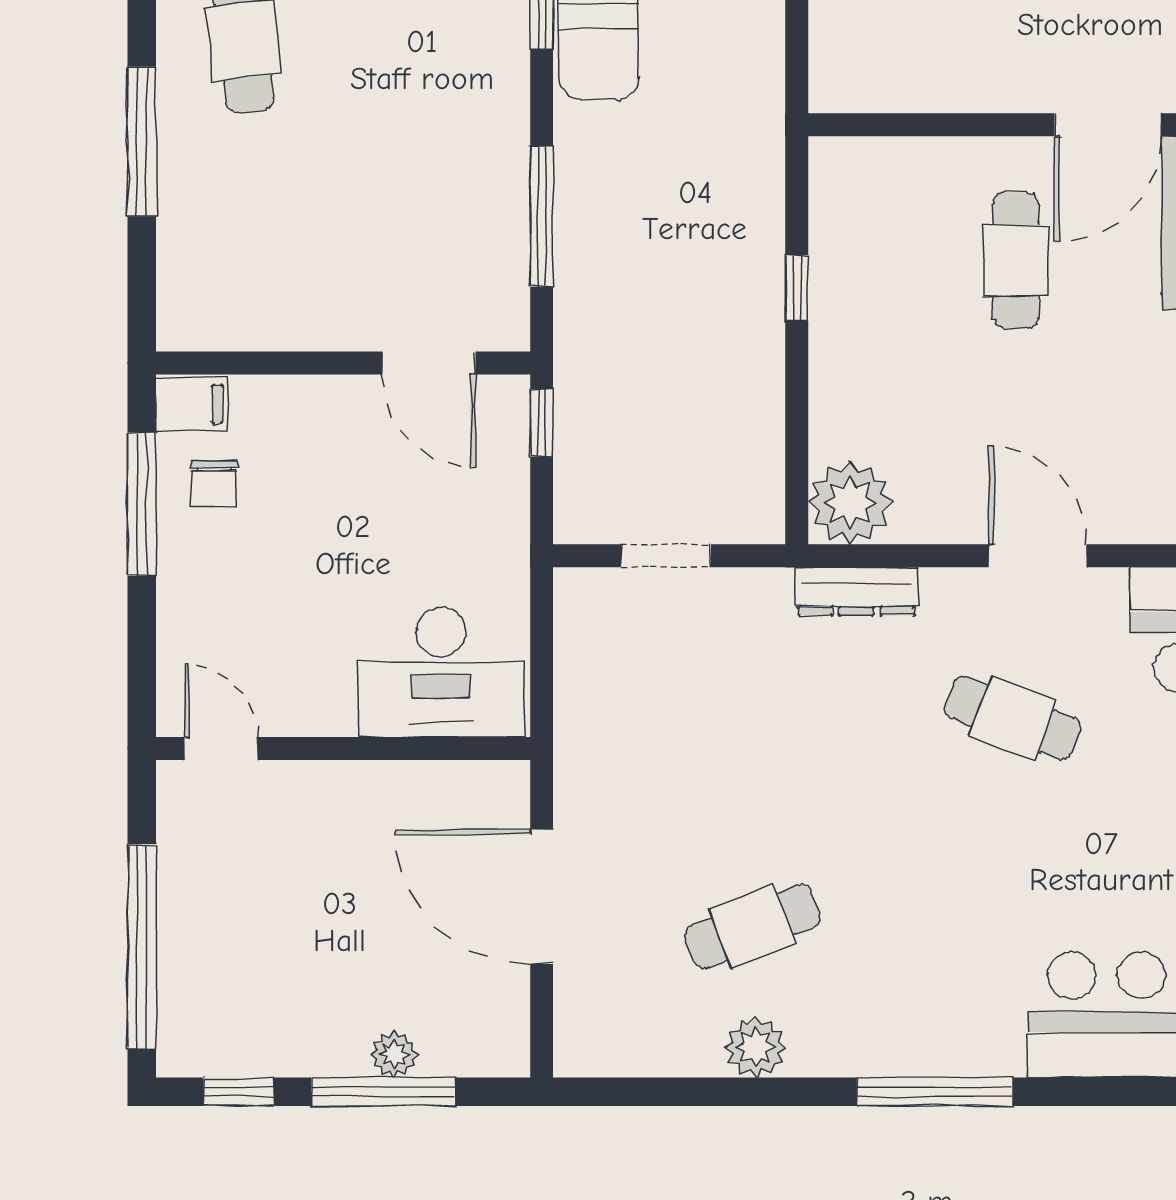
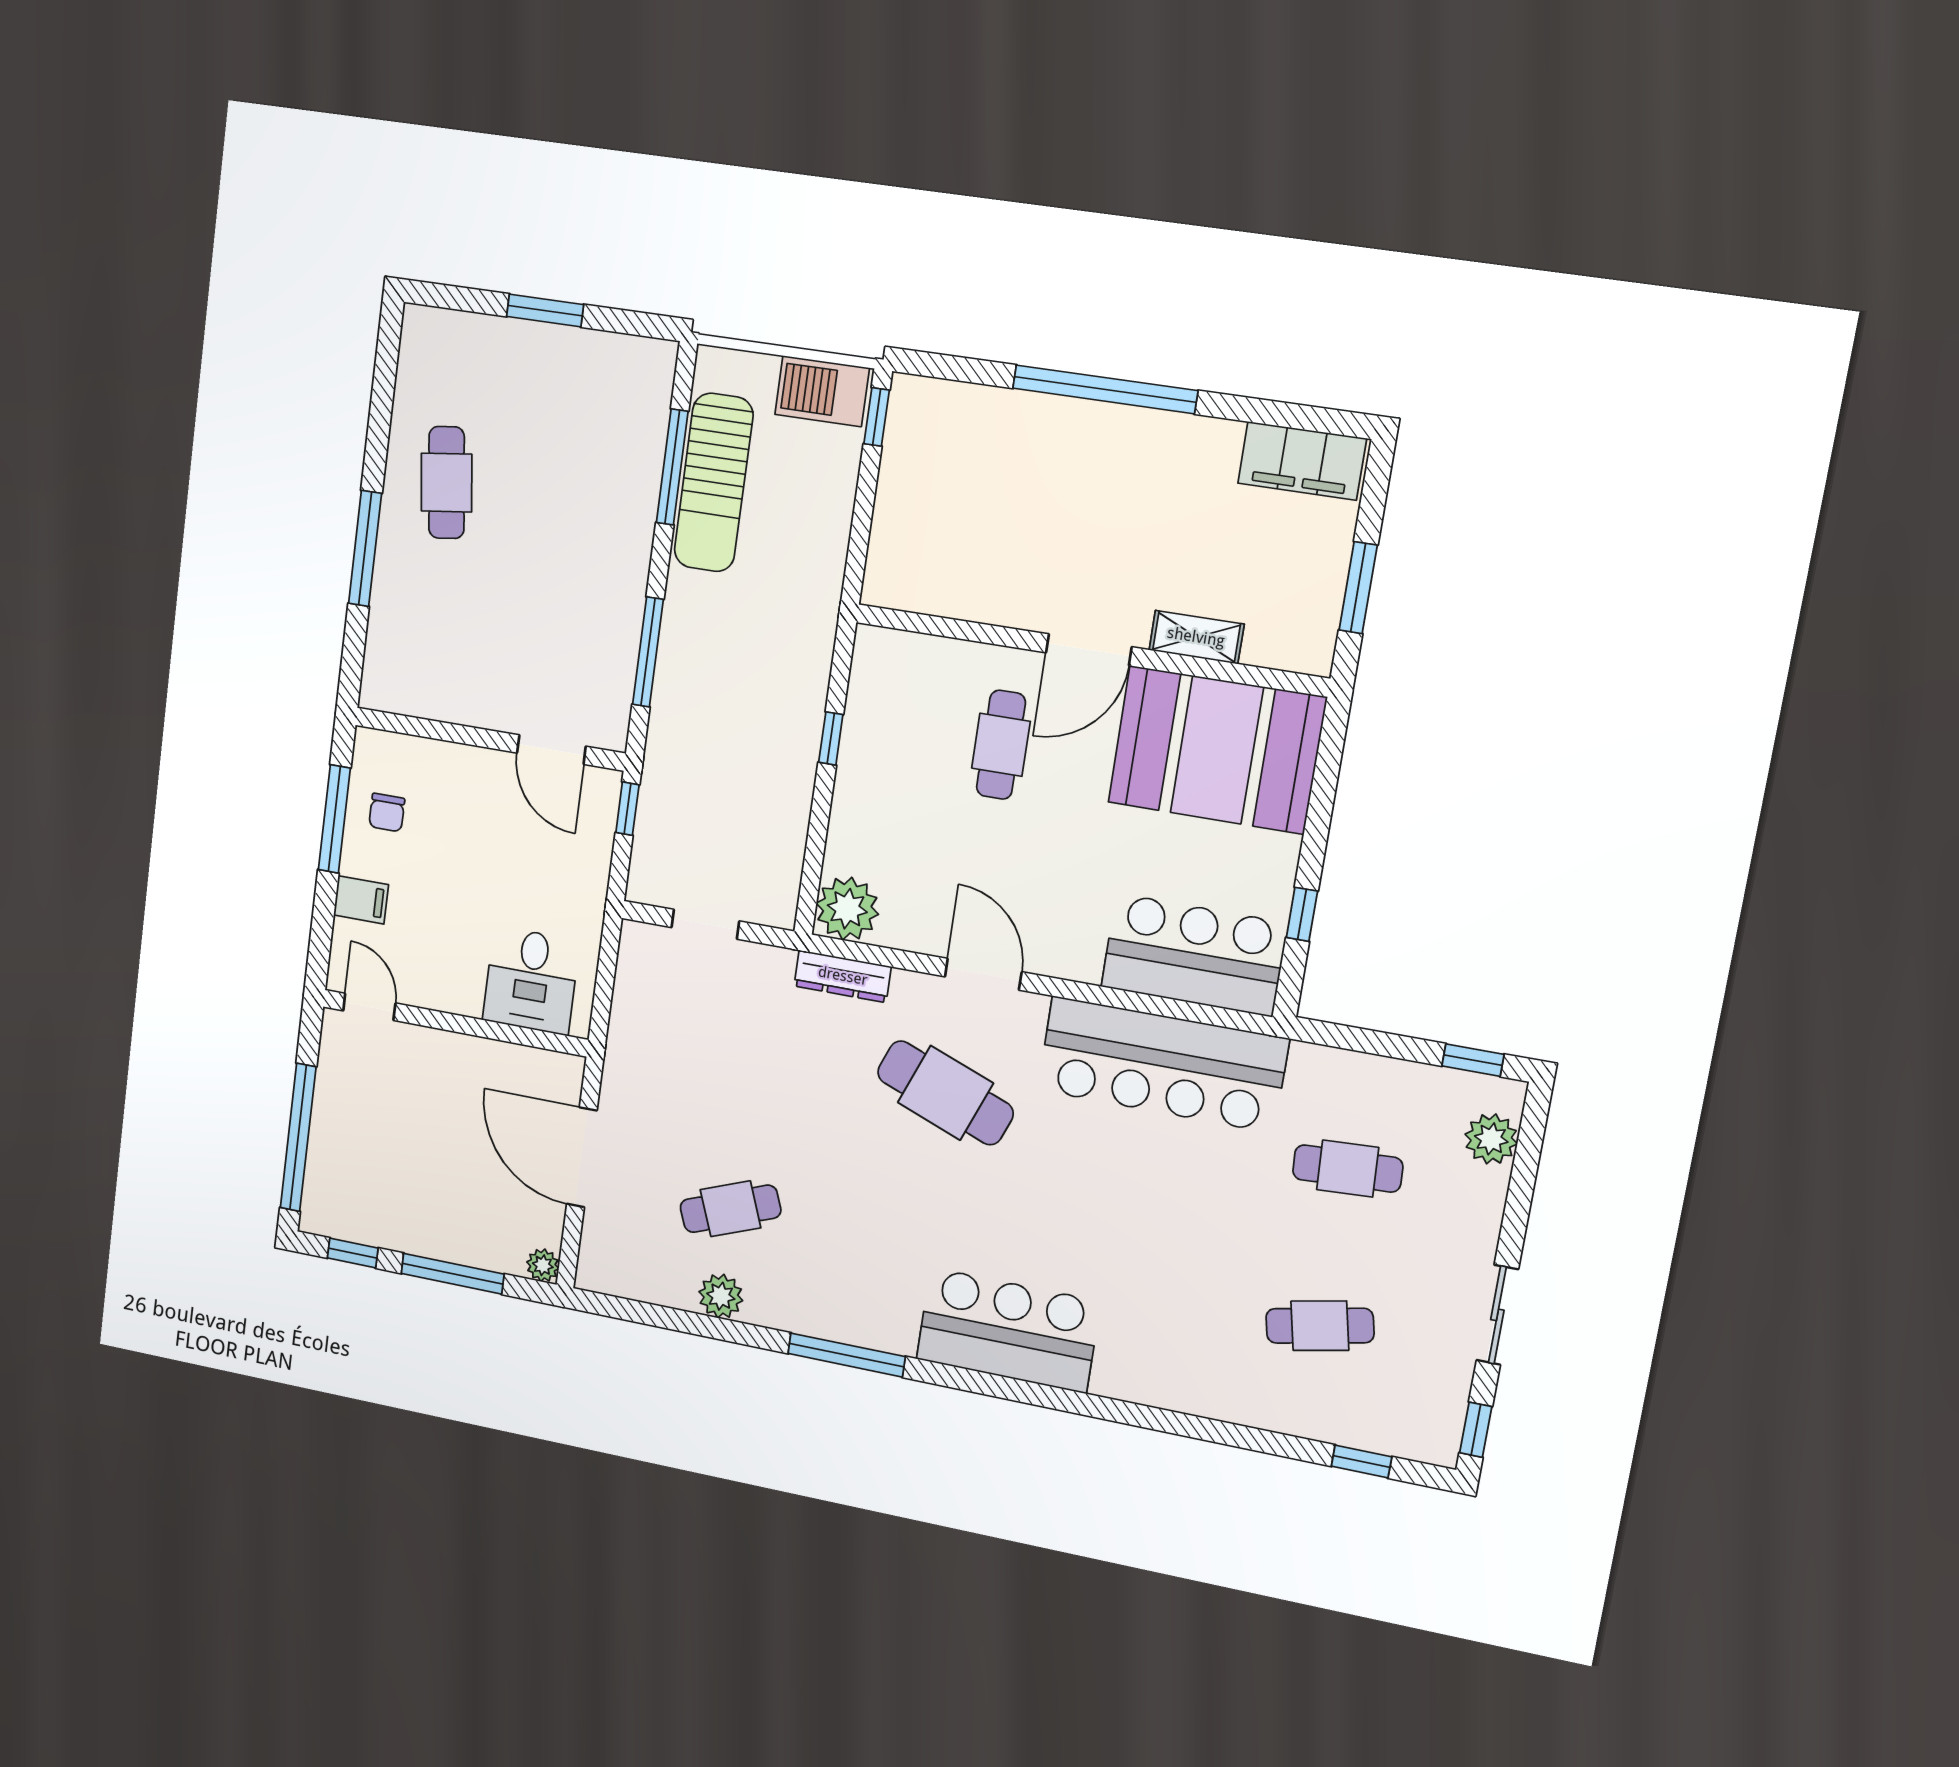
filing cabinet: (192, 404) -> (361, 900), moved
desk: (441, 672) -> (531, 981), width x0.73
cafe table: (1013, 718) -> (945, 1093), width x1.37, depth x1.35
plant: (394, 1055) -> (543, 1265), moved

